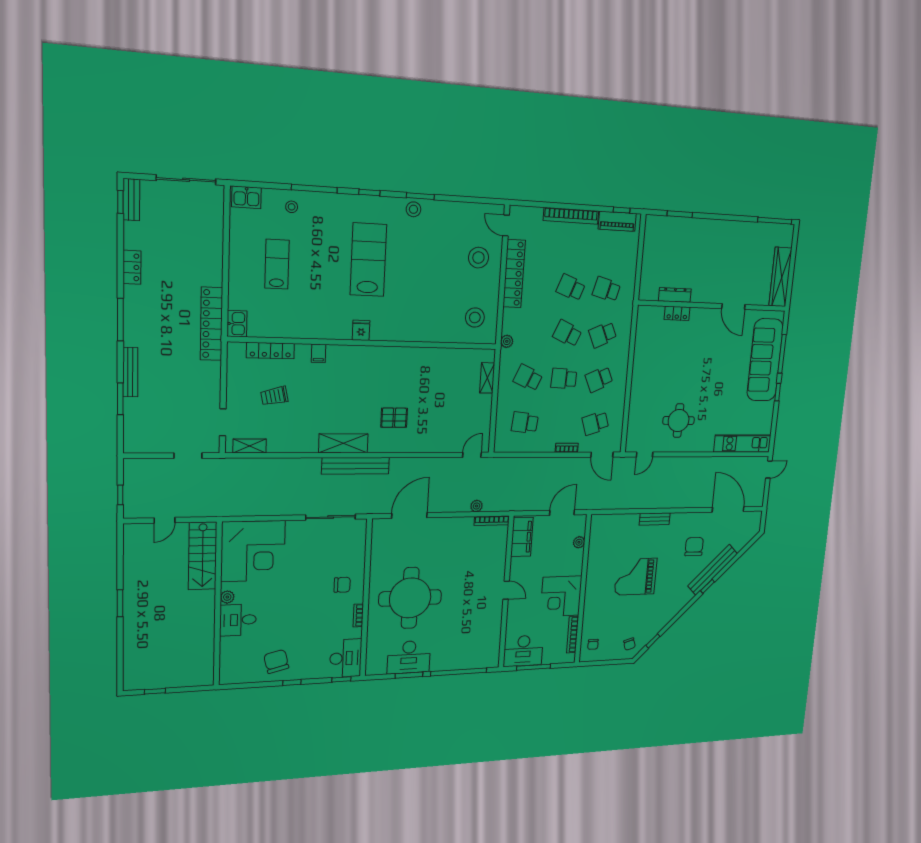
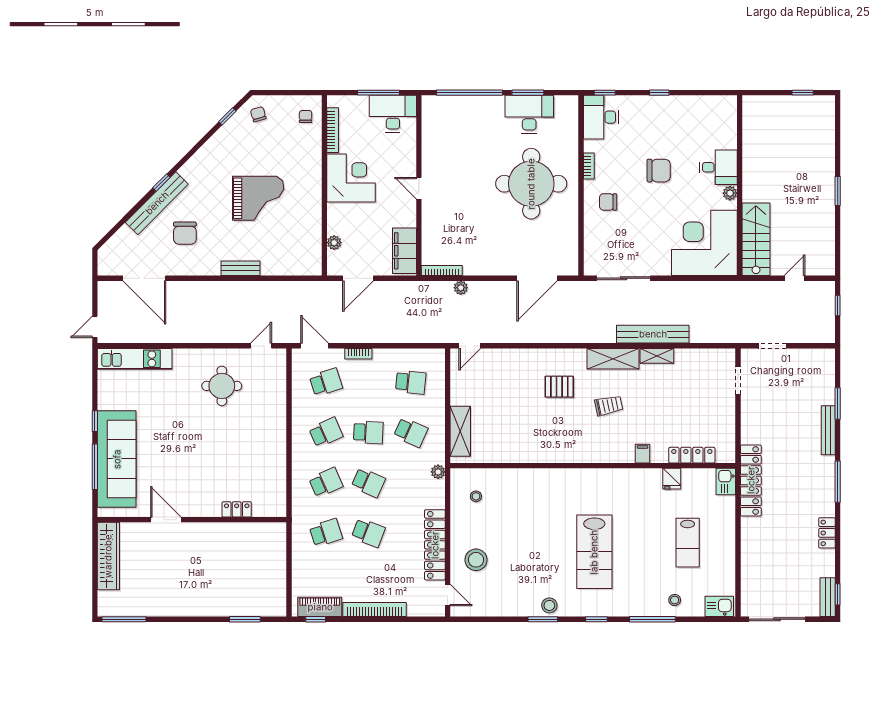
school desk: (606, 289) -> (326, 533), turned -33
dresser: (675, 295) -> (242, 530), removed
stool: (475, 317) -> (476, 496), width x0.53, depth x0.53
fridge: (361, 330) -> (672, 479), moved
shelving: (487, 378) -> (460, 431), width x1.50, depth x1.33
trolley: (274, 396) -> (609, 405), moved
shelving: (250, 446) -> (657, 356), moved
bench: (356, 466) -> (653, 334), moved
chair: (276, 661) -> (659, 171), moved, turned -76

